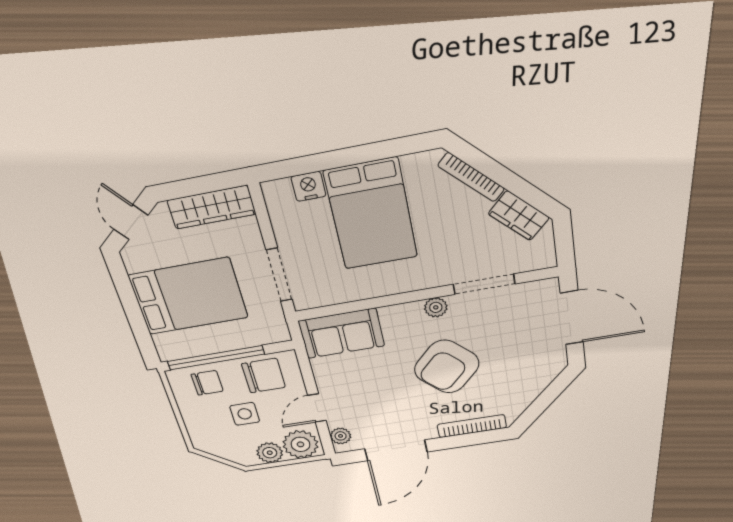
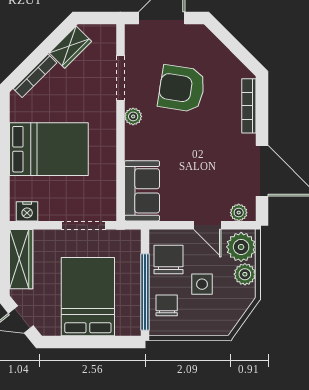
nightstand: (308, 186) -> (27, 211), moved, turned -90
armchair: (447, 367) -> (182, 89), moved, turned 145

